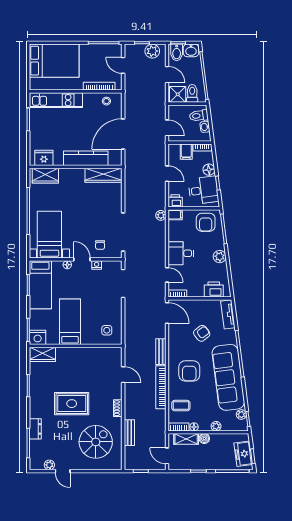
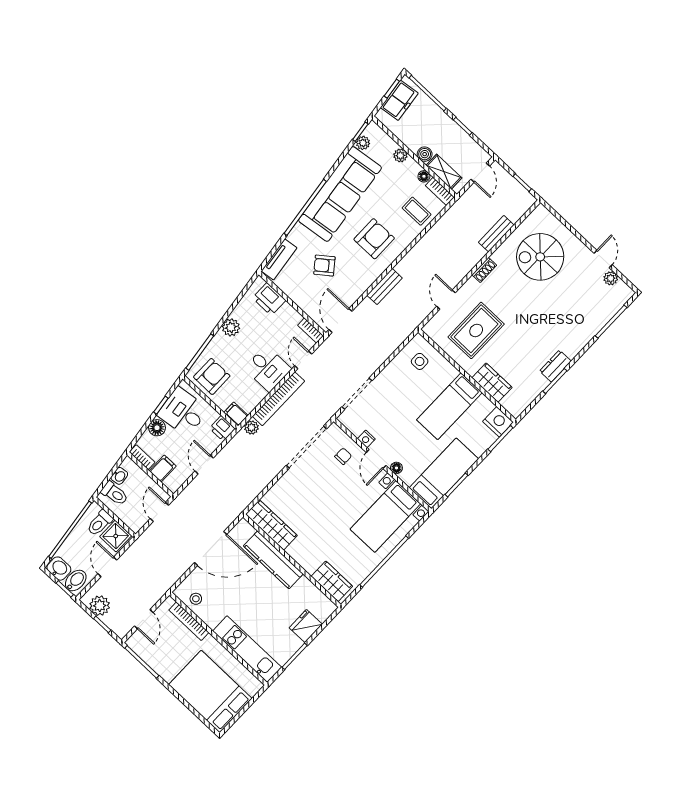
fridge: (44, 158) -> (306, 626), moved, turned 90
wardrobe: (43, 354) -> (492, 383), moved
bookcase: (161, 387) -> (278, 399), moved
rug: (72, 404) -> (476, 330), moved, turned 90
dresser: (35, 429) -> (555, 366), moved

